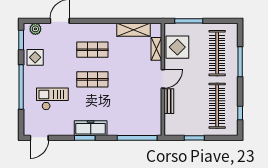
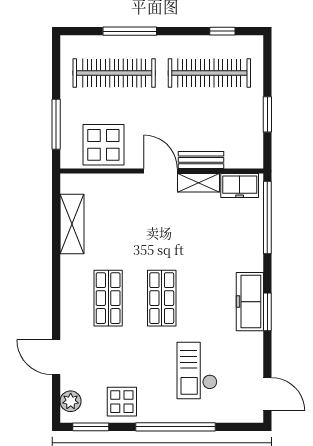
shelving: (156, 49) -> (199, 183), moved
freezer: (155, 123) -> (240, 186), added

